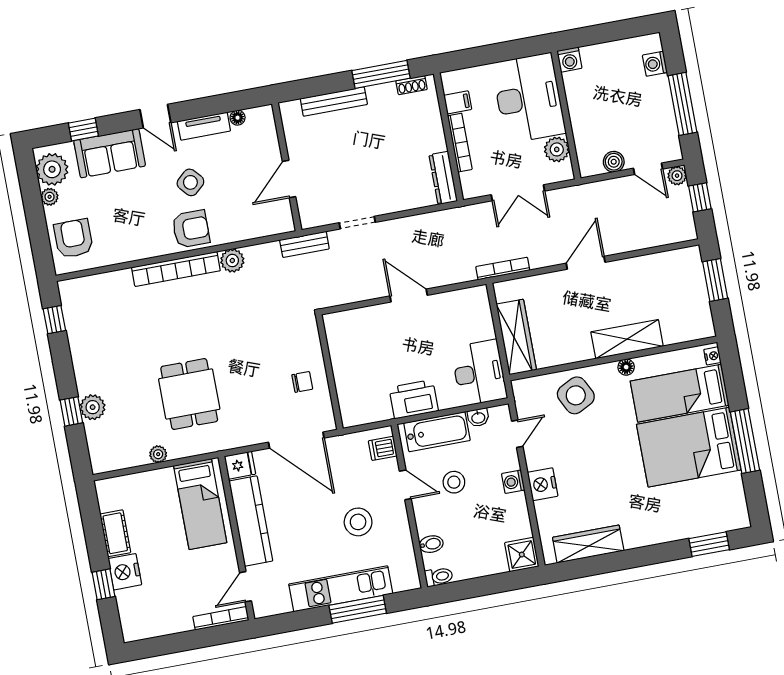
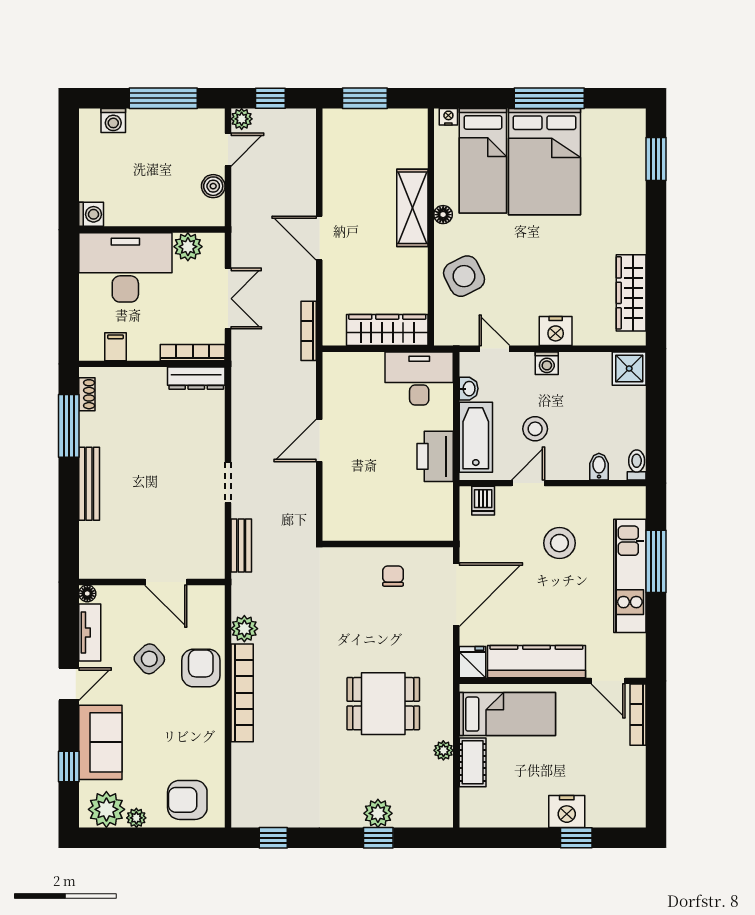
bookcase: (460, 143) -> (193, 353), moved
wall: (287, 167) -> (152, 582), moved
door: (289, 179) -> (166, 582), moved
cot: (115, 533) -> (473, 762), moved, turned 90

